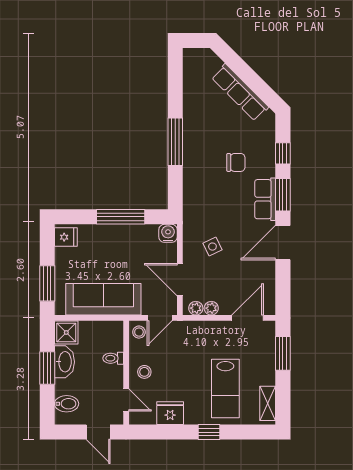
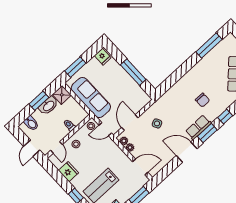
window: (175, 142) -> (209, 46), moved
water cooler: (168, 233) -> (145, 99), removed

